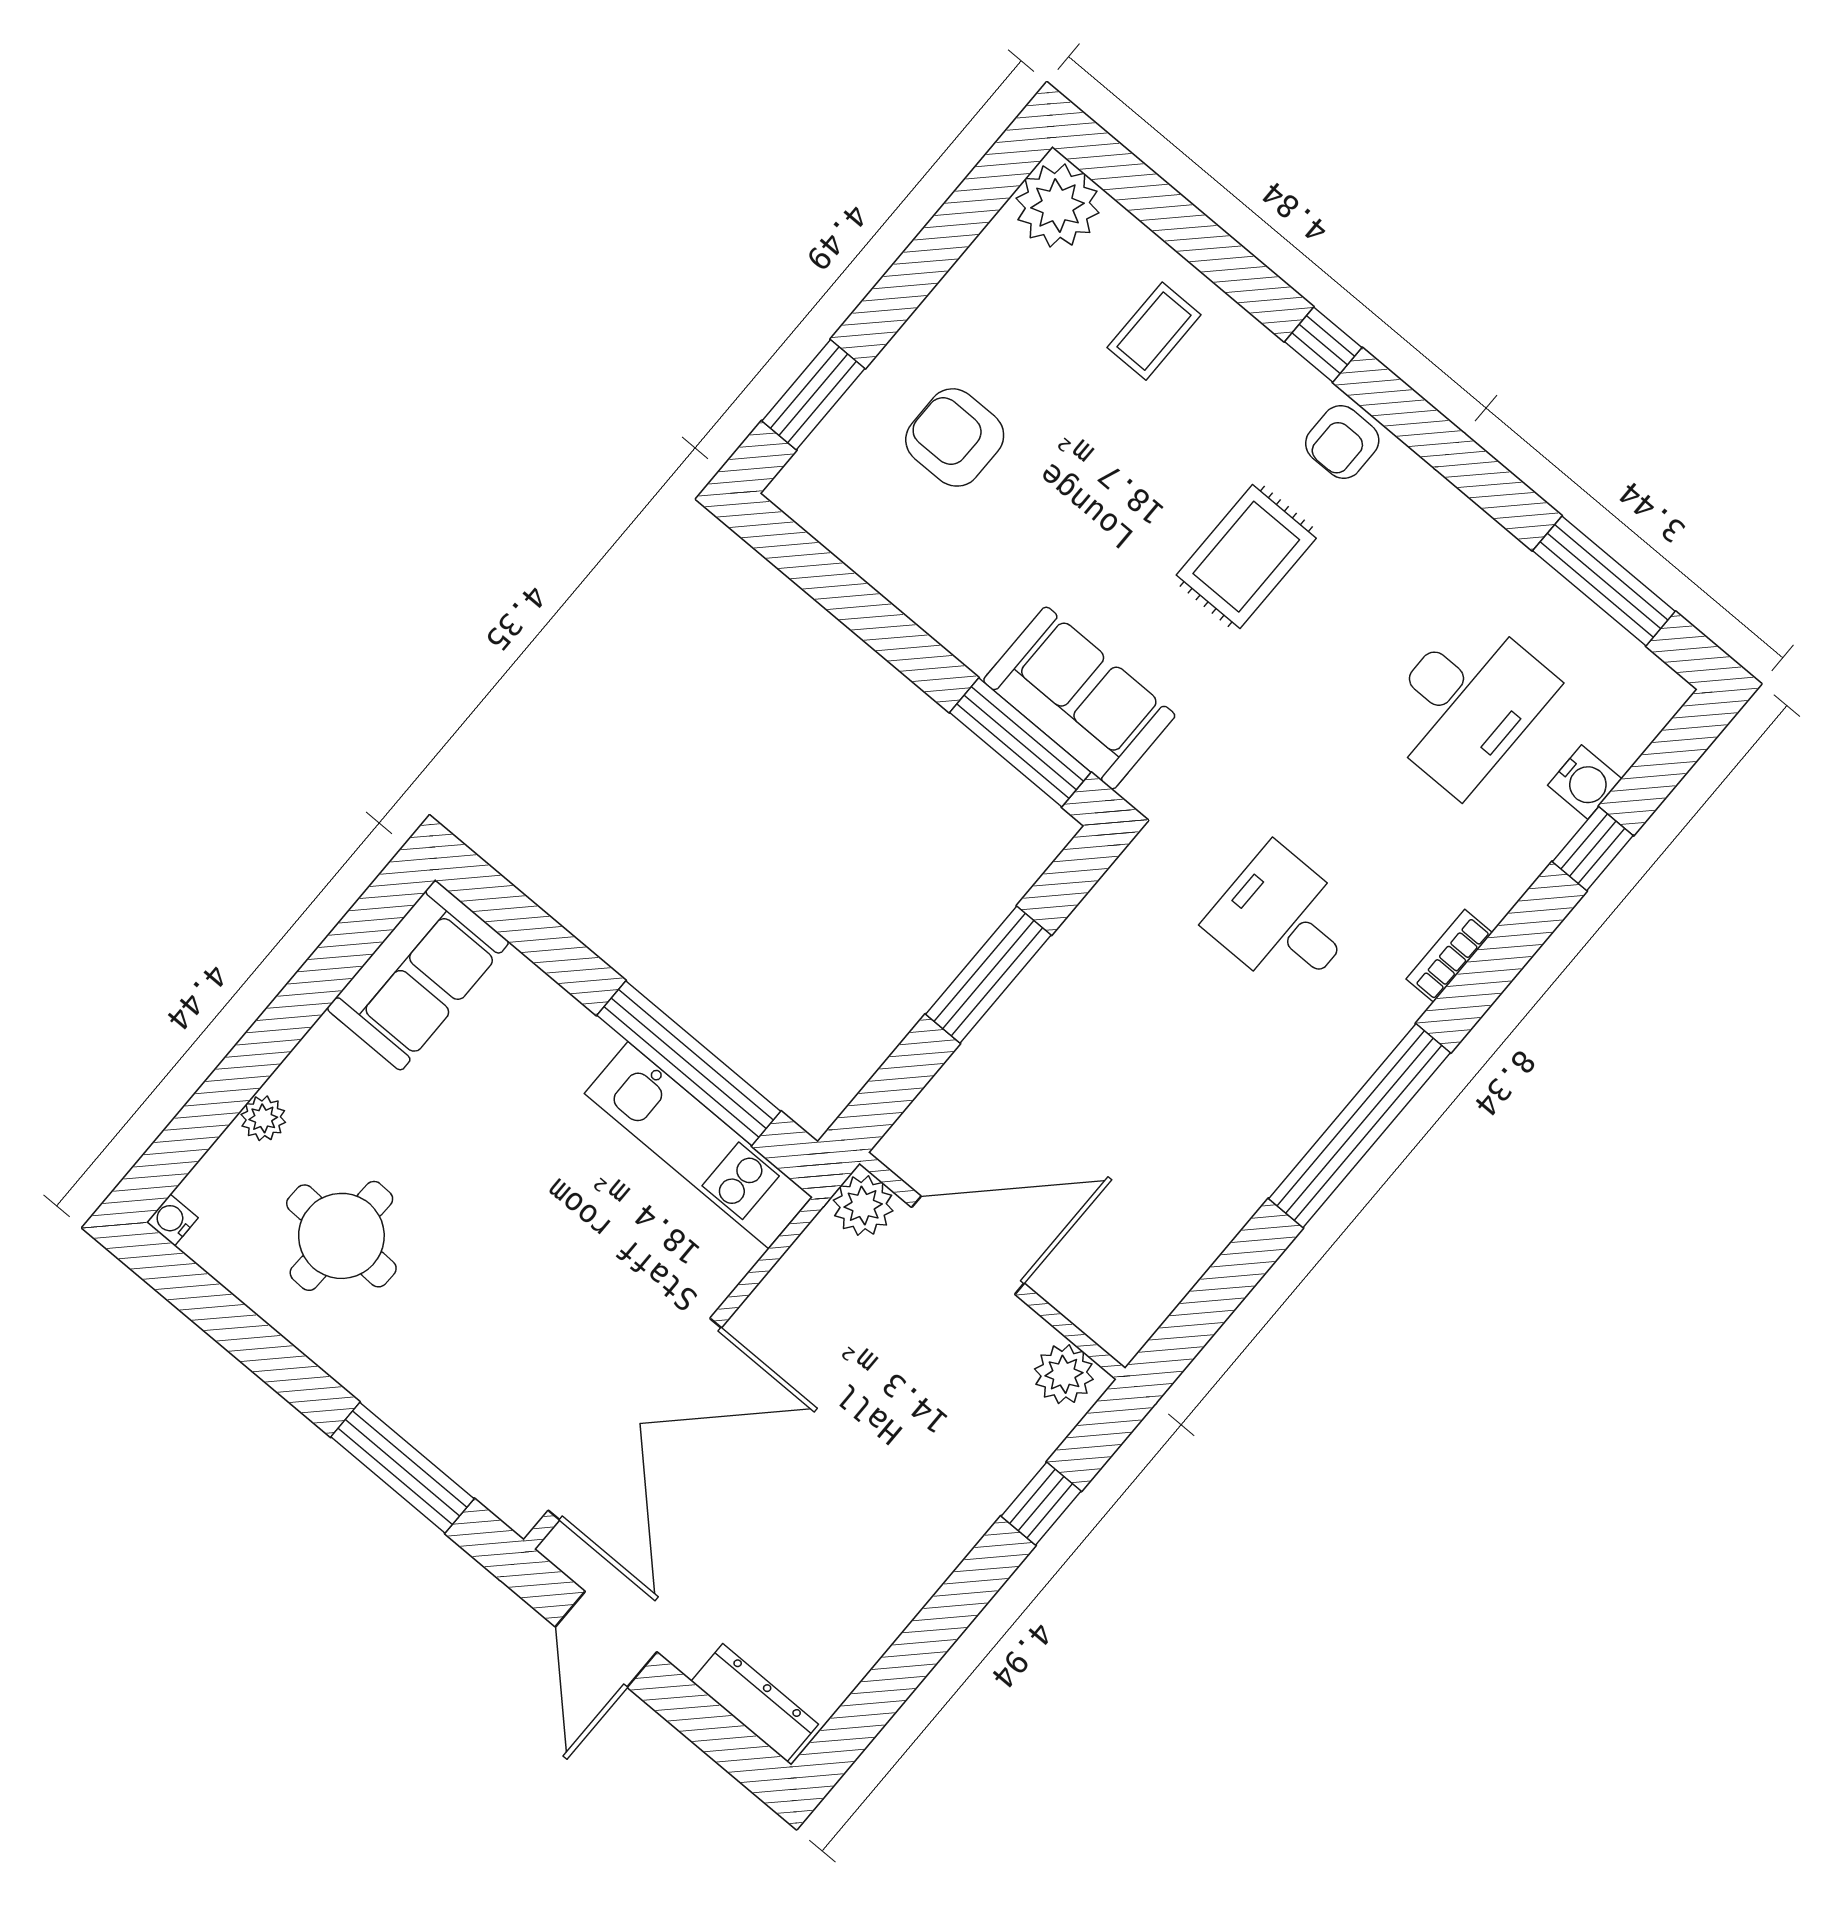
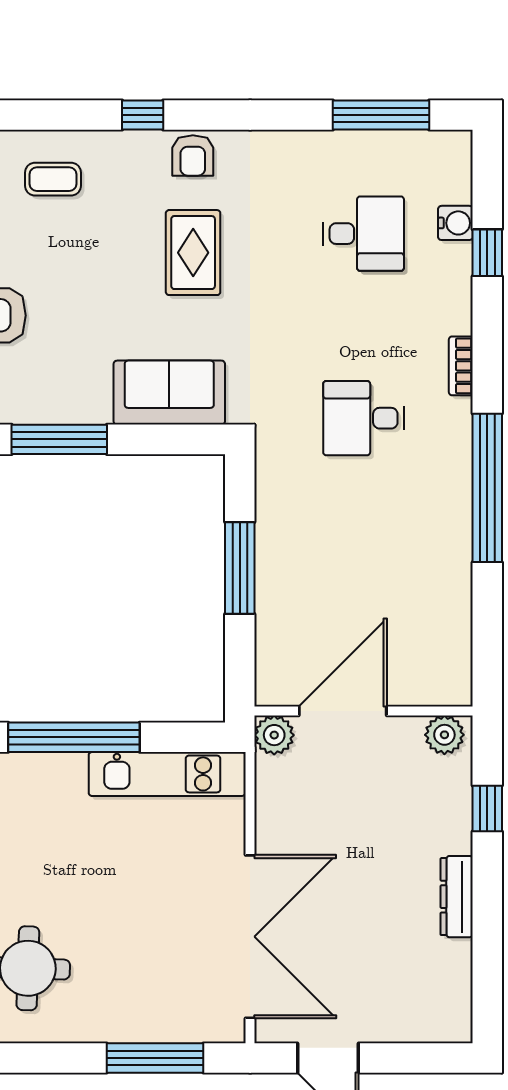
coffee table: (1154, 331) -> (53, 179), turned 90
desk: (1466, 703) -> (364, 234), width x0.73
window: (1020, 742) -> (59, 439), moved
window: (689, 1063) -> (74, 737), moved
dresser: (755, 1703) -> (457, 897), moved, turned -90

